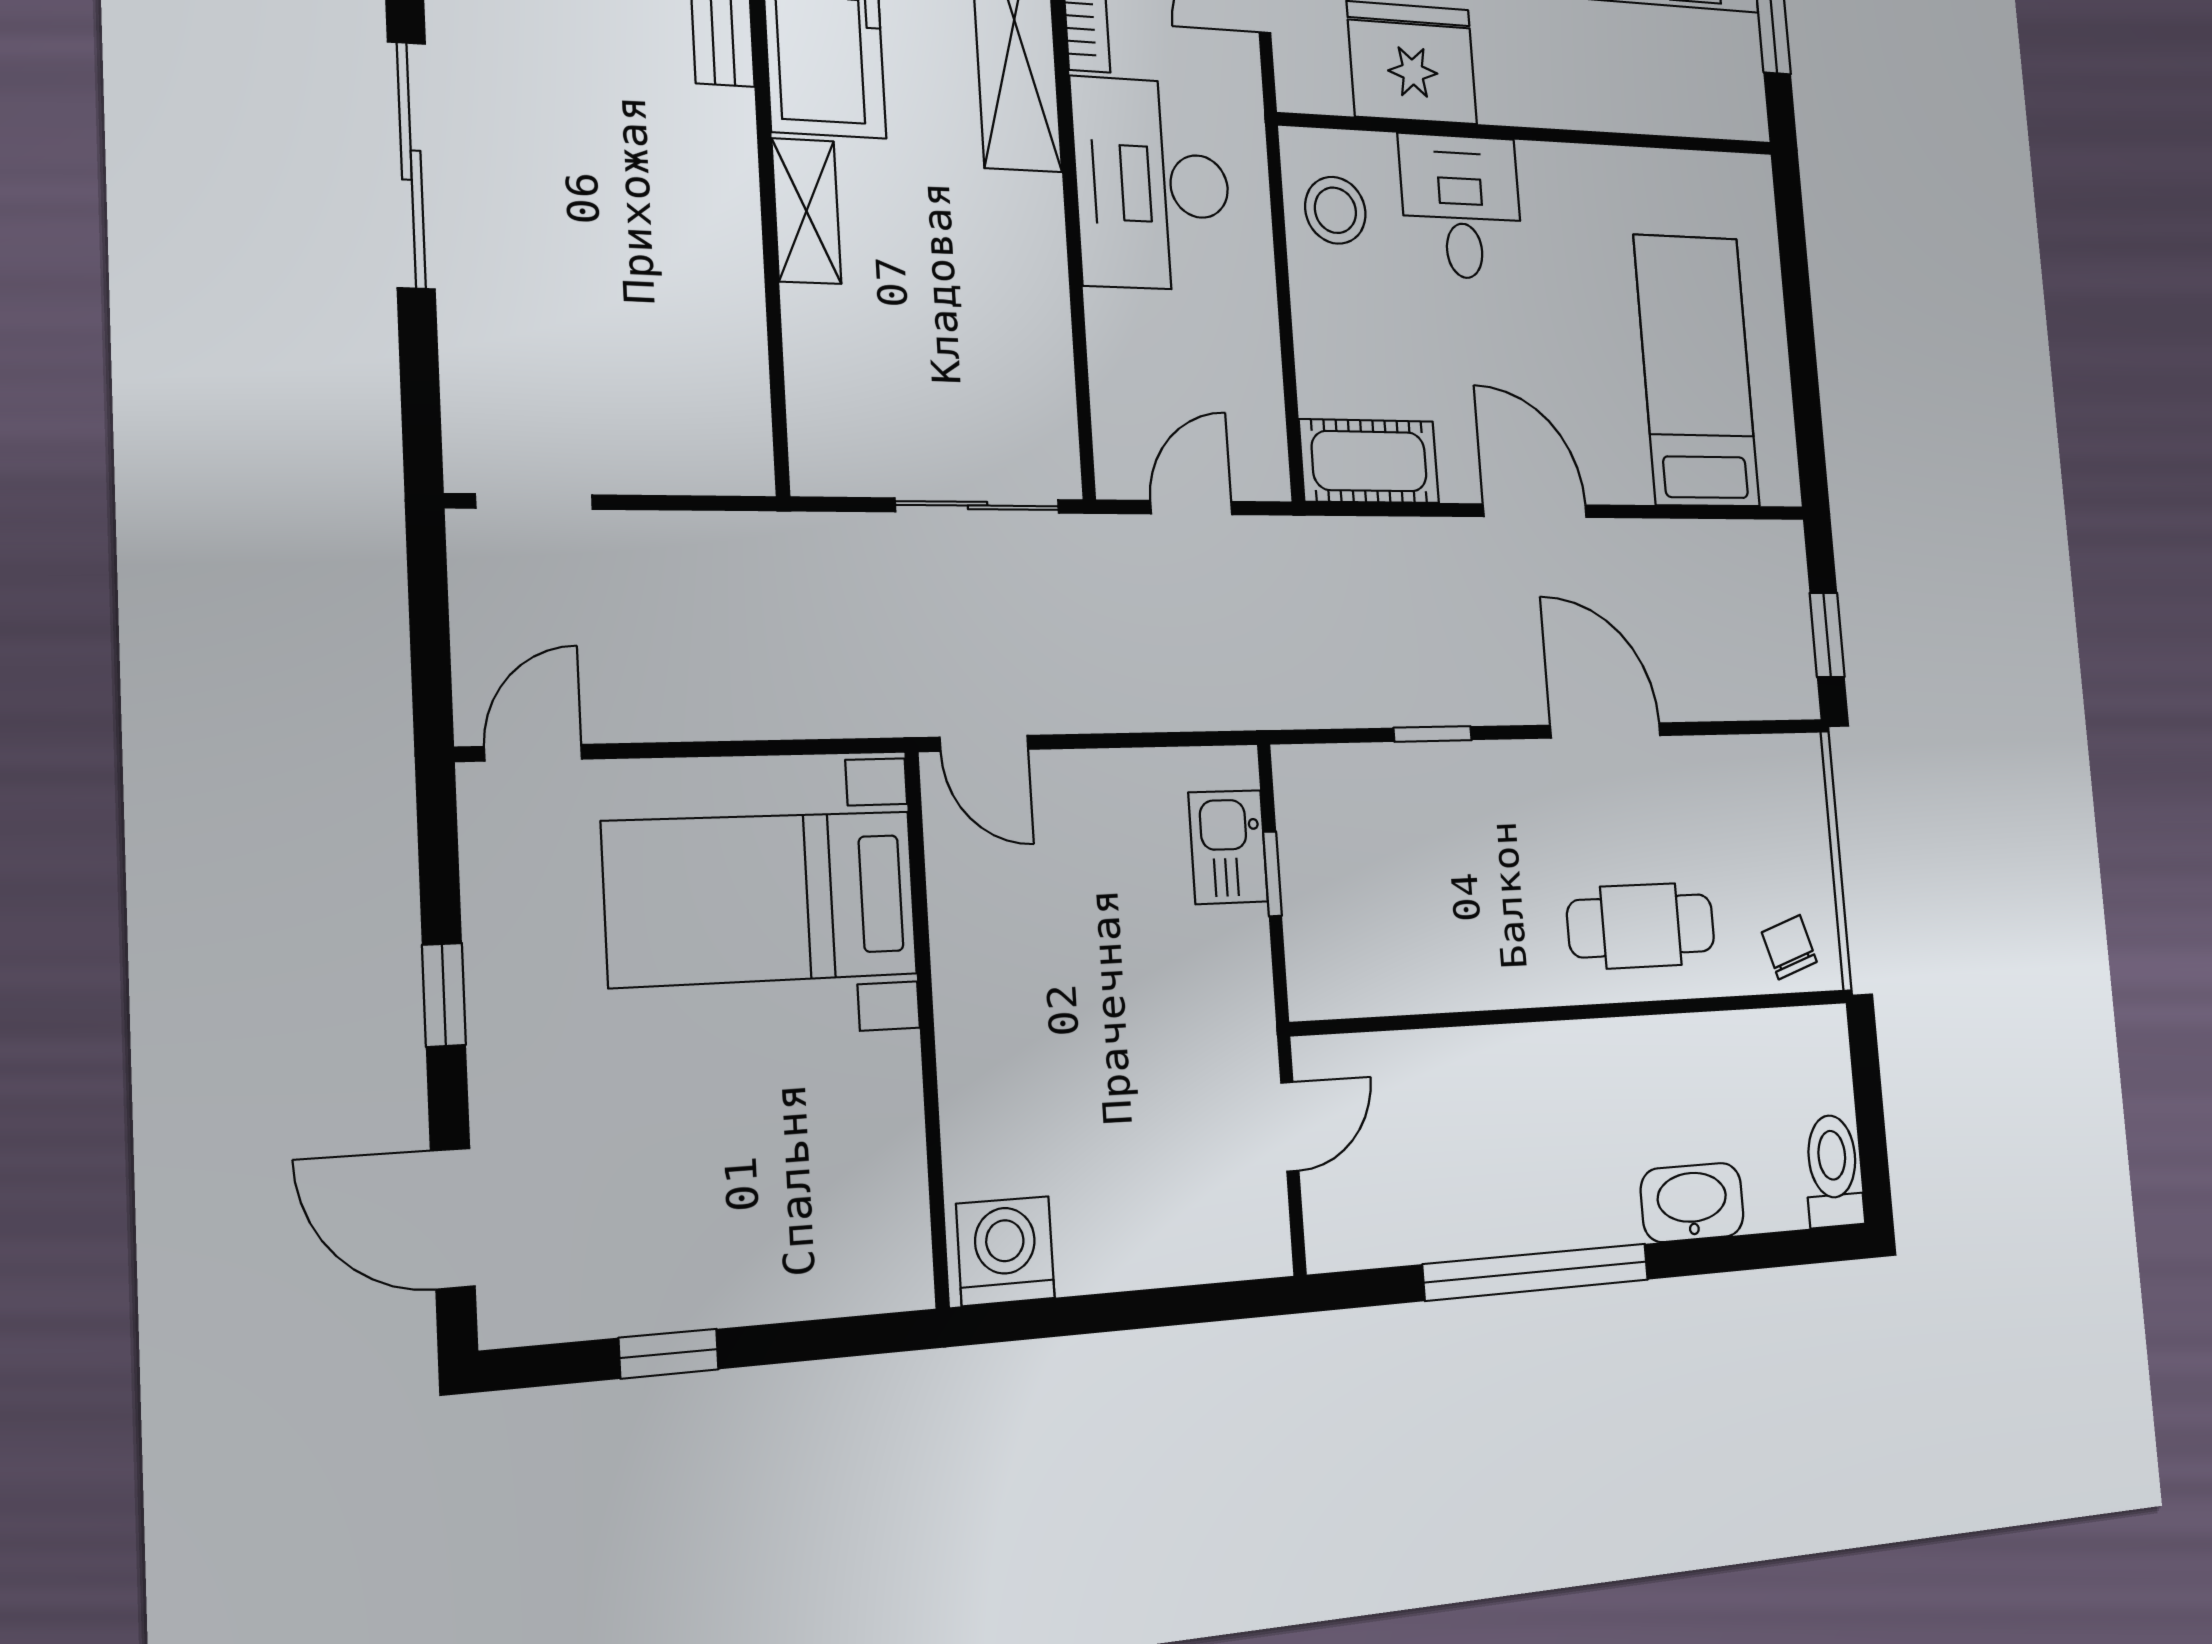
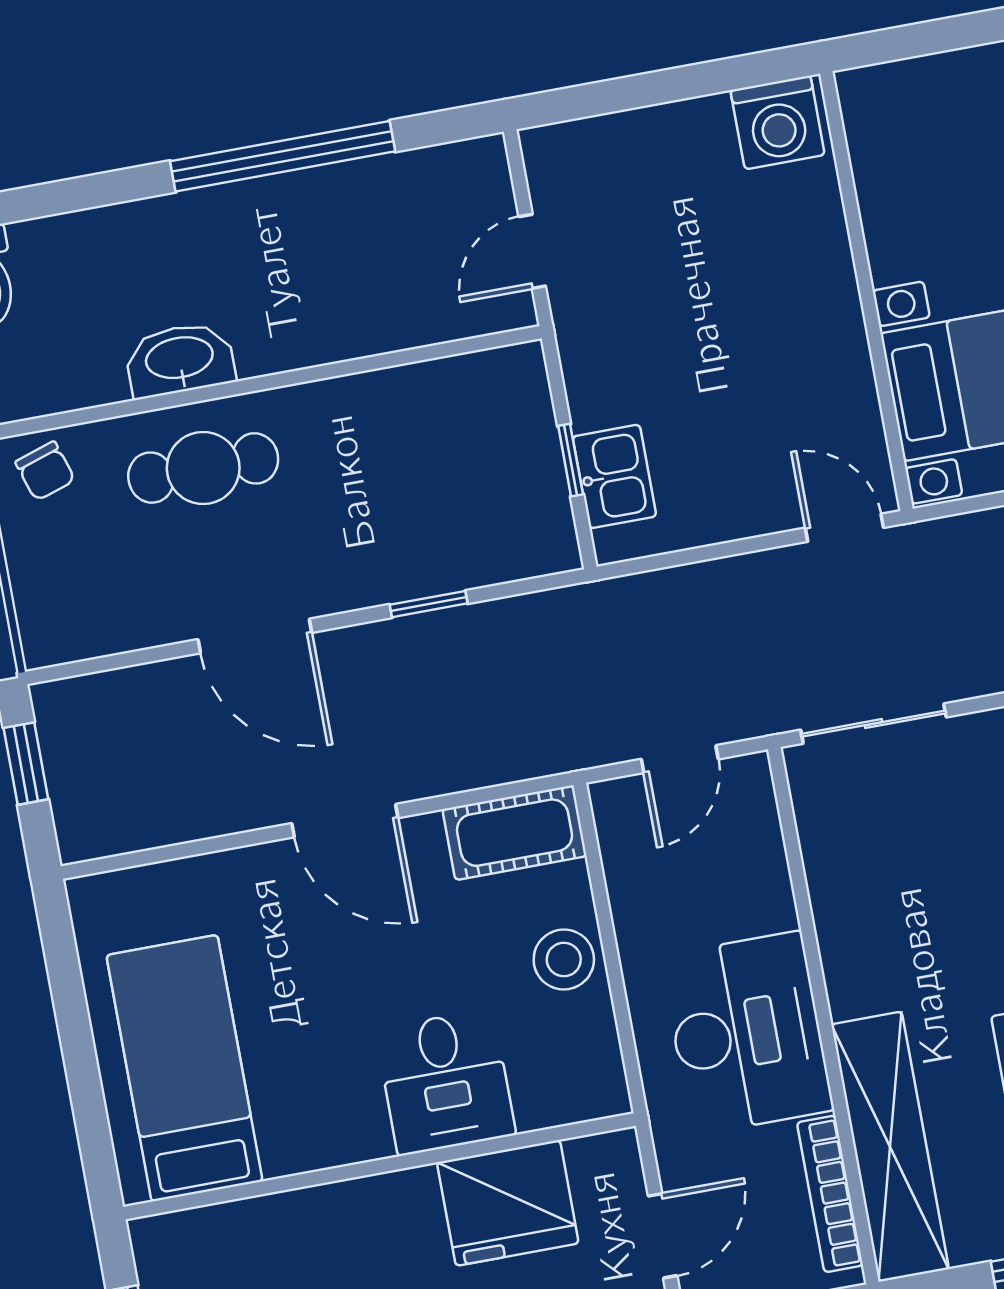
stool: (1335, 210) -> (564, 959), moved
bed: (1697, 371) -> (185, 1068), moved, turned 180
washbasin: (1692, 1202) -> (180, 360), moved, turned 180

